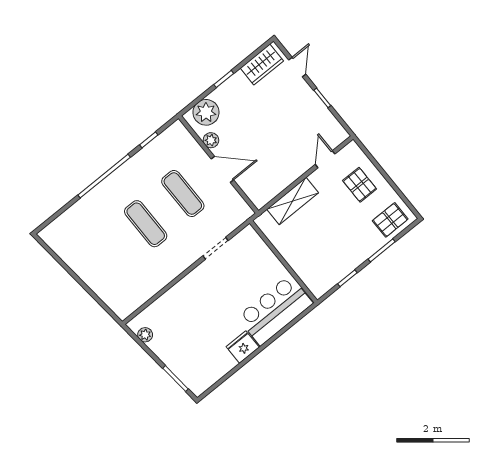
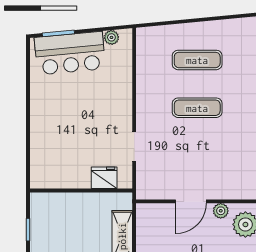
exercise mat: (183, 194) -> (197, 60), moved
bar counter: (275, 310) -> (70, 53), moved, turned 85
fridge: (243, 347) -> (104, 178), moved, turned -90

